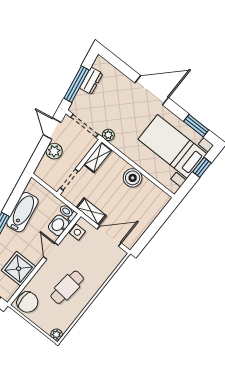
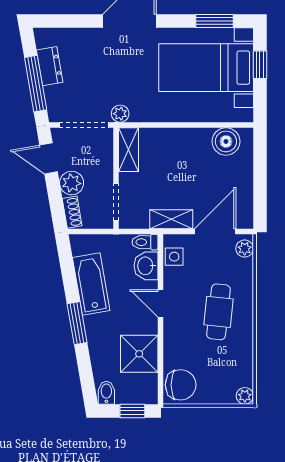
shoe rack: (42, 167) -> (72, 212), added
boiler: (133, 178) -> (226, 141), moved
plant: (118, 257) -> (245, 249), added
cafe table: (67, 287) -> (218, 312), moved

